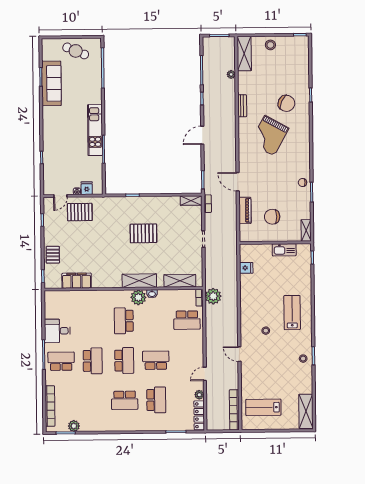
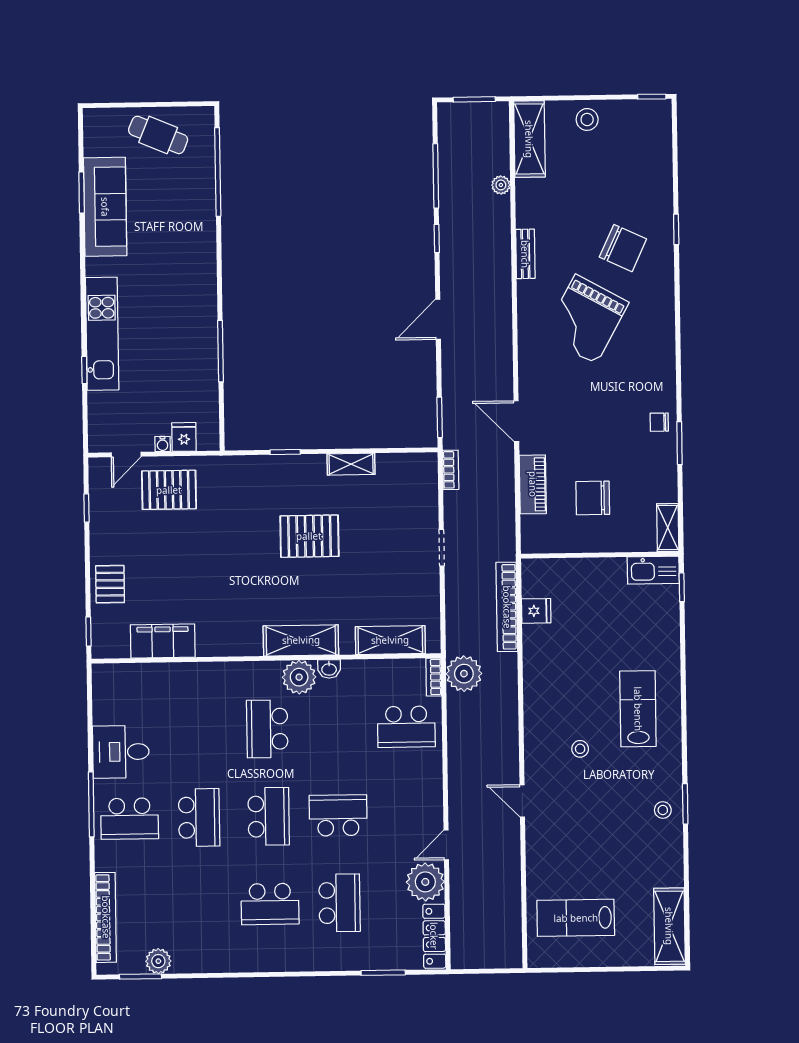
kitchen unit: (95, 130) -> (102, 334), moved, turned 180
shelving: (191, 201) -> (351, 464), moved
kitchen sink: (284, 250) -> (653, 570), moved
school desk: (61, 361) -> (130, 819), turned 180
plant: (199, 395) -> (425, 882), width x1.88, depth x1.88
bookcase: (234, 410) -> (507, 607), moved

